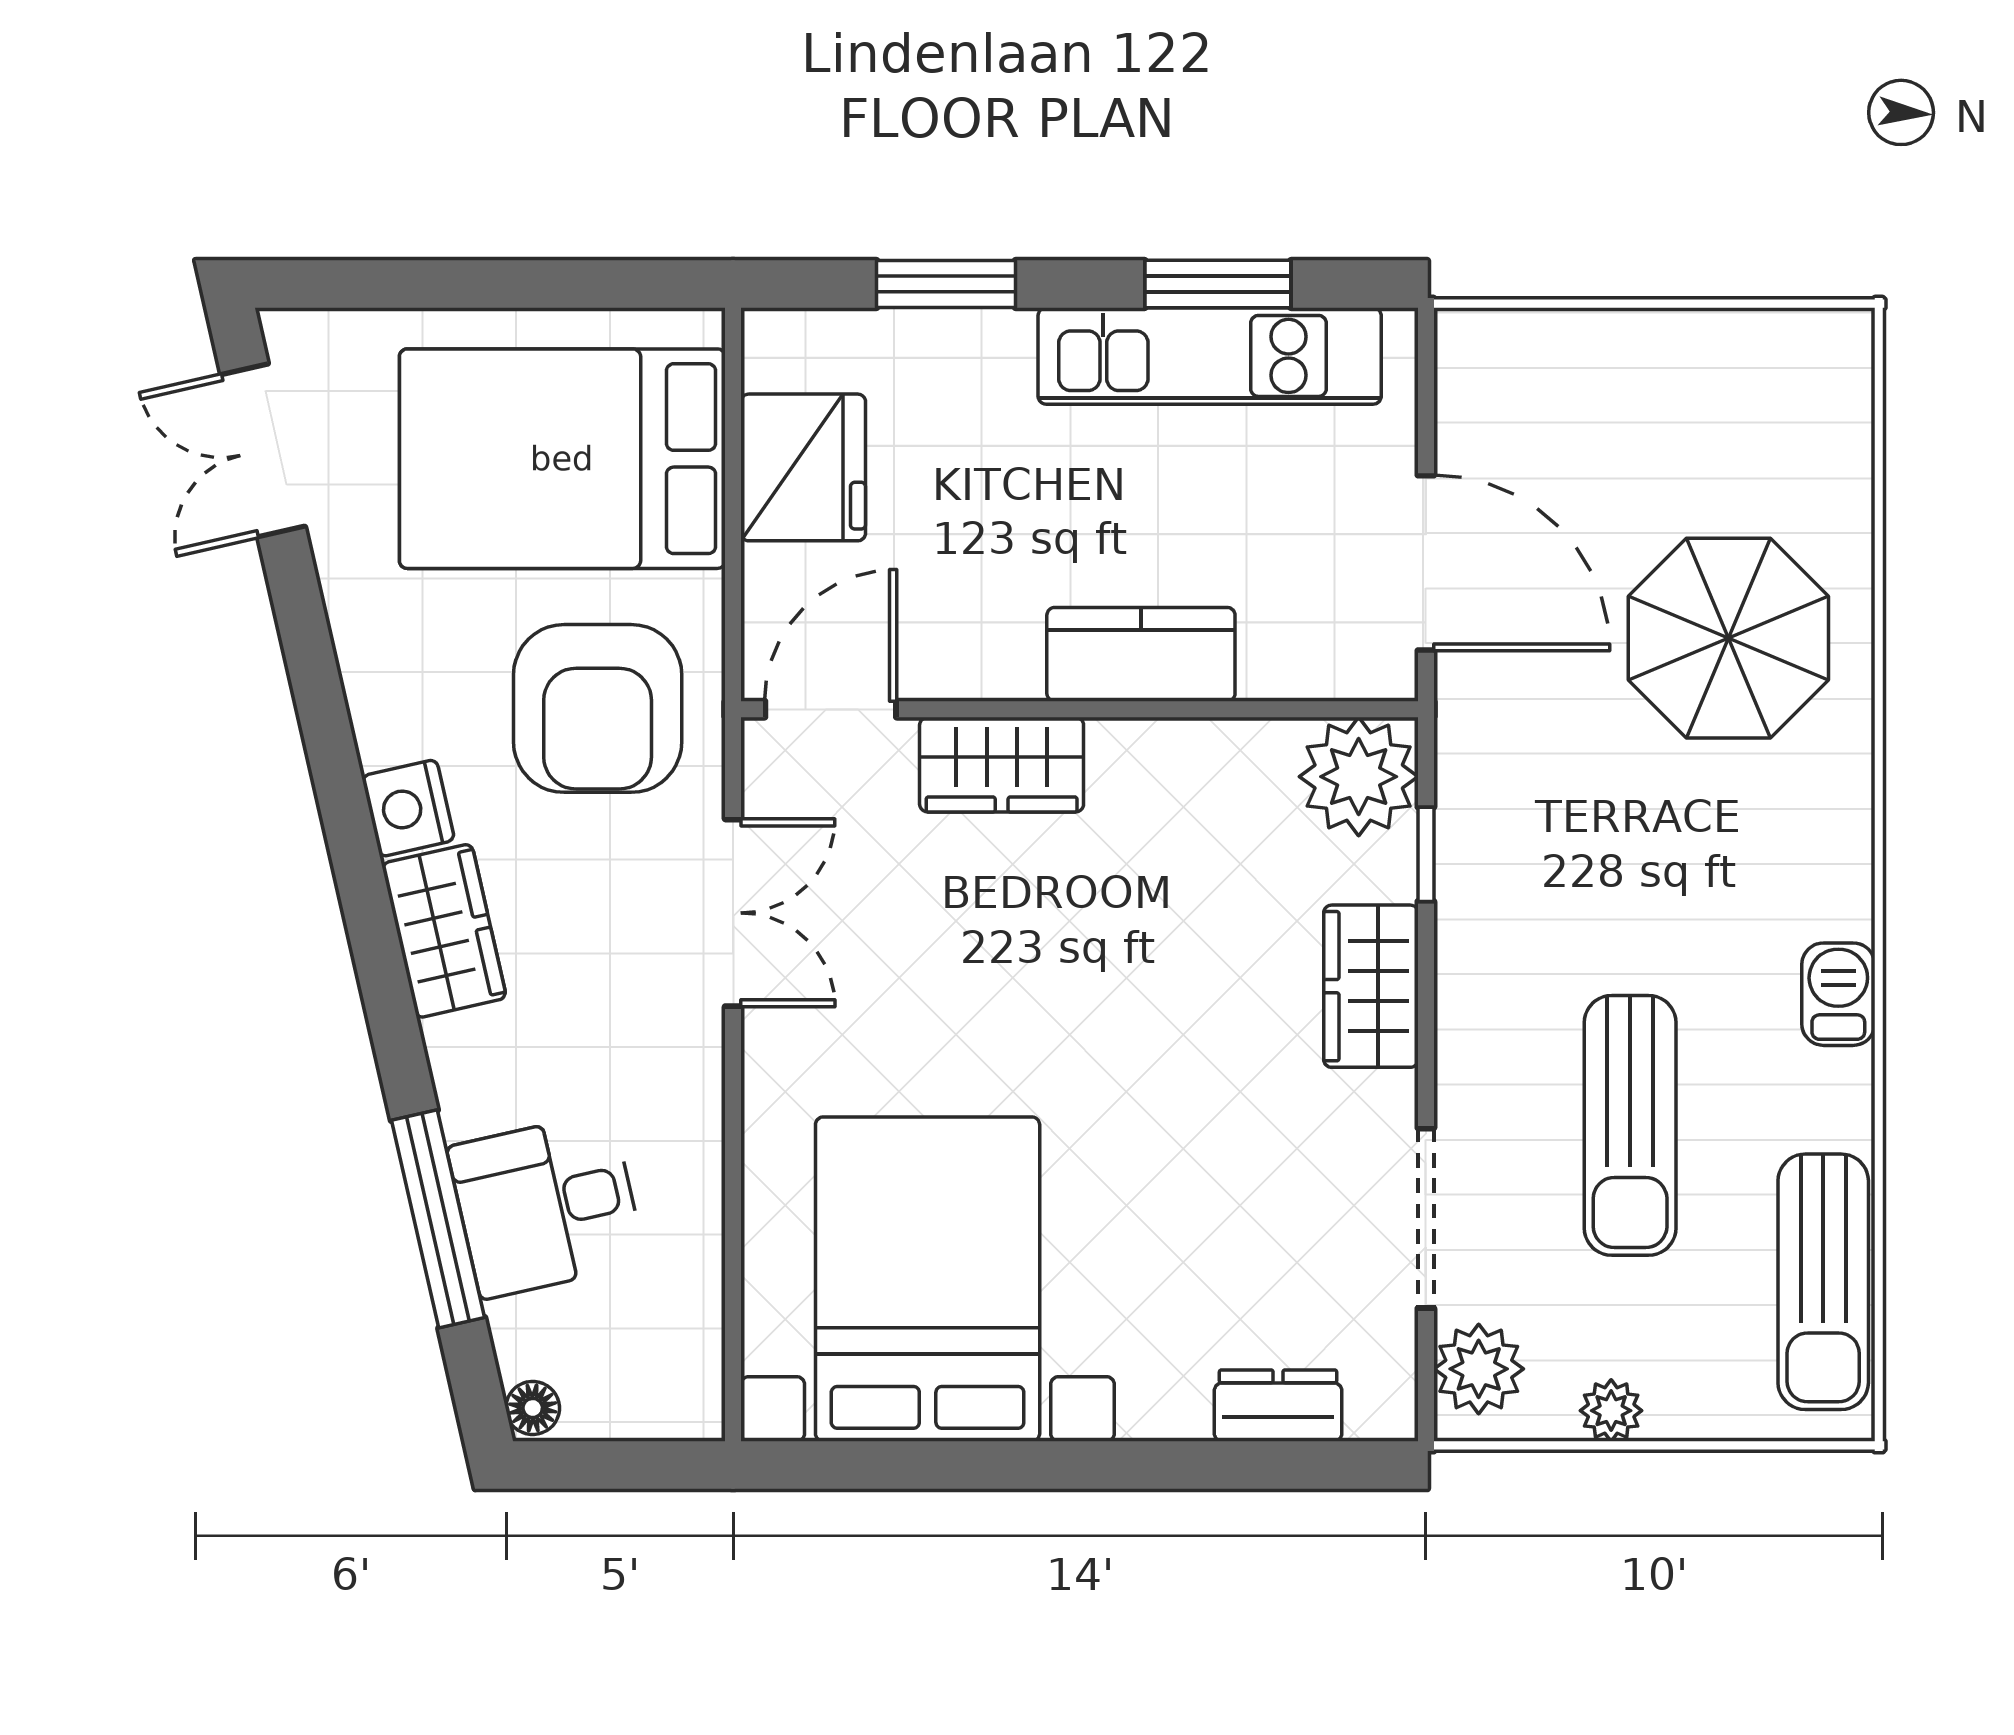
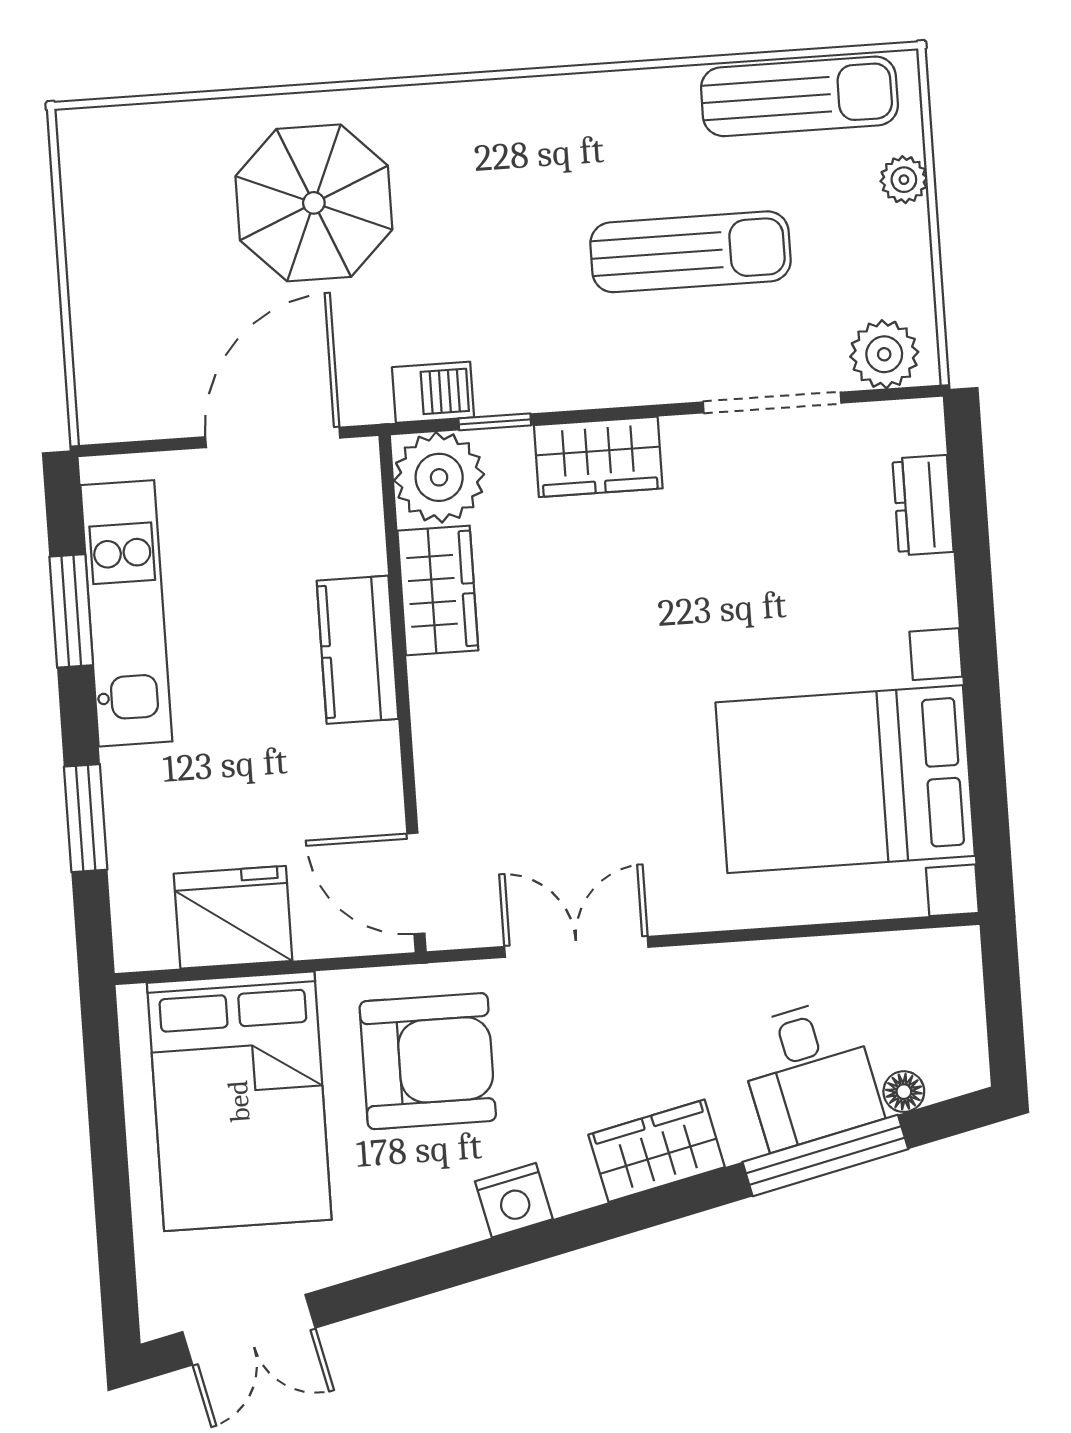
wardrobe: (1002, 765) -> (438, 590), moved
wardrobe: (444, 931) -> (657, 1151), moved
barbecue: (1838, 994) -> (433, 392), moved, turned 180
floor lamp: (533, 1408) -> (904, 1092), moved
plant: (1611, 1411) -> (904, 180), moved

